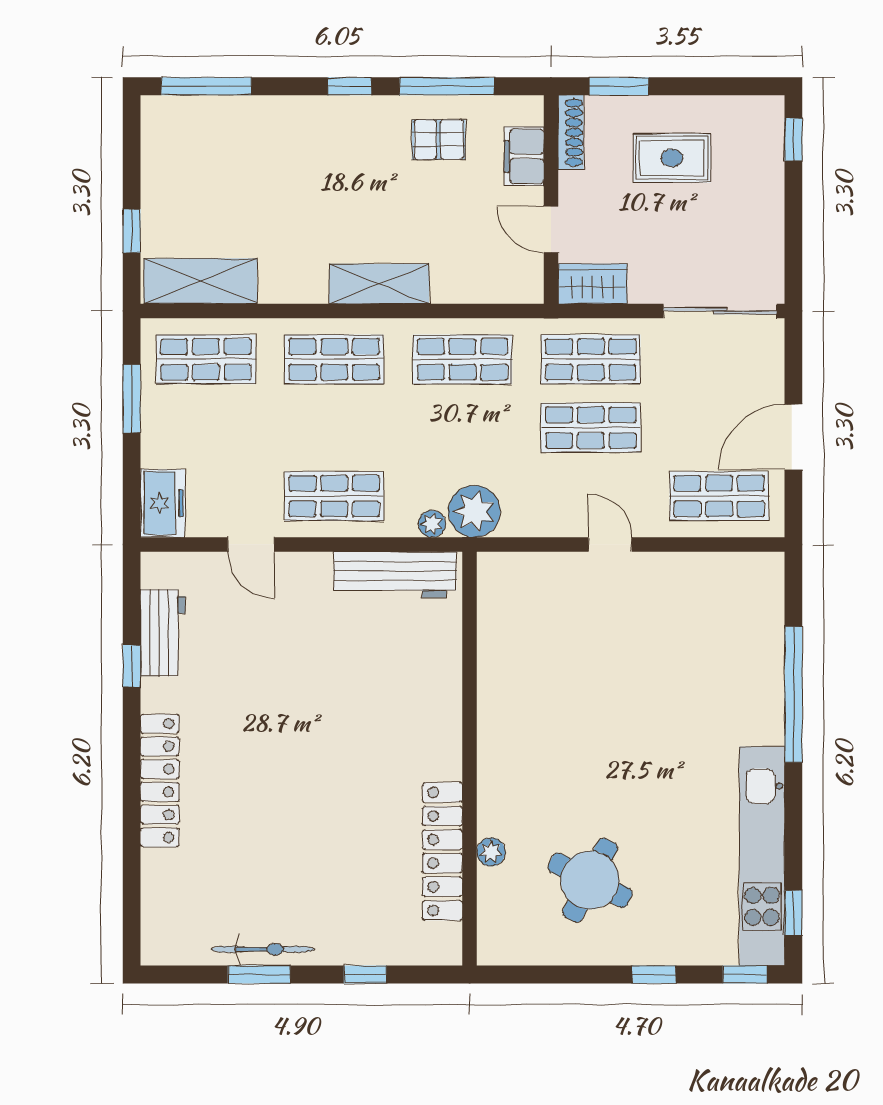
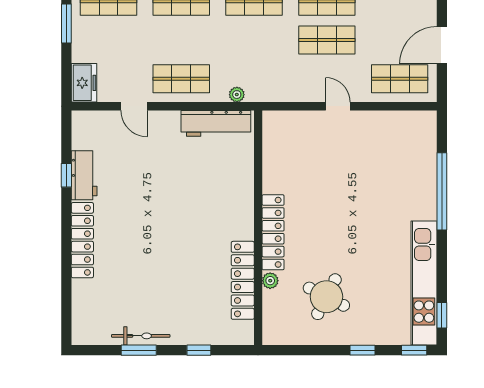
plant: (474, 511) -> (261, 87), removed
workbench: (163, 633) -> (84, 175), moved
locker: (496, 767) -> (273, 232), added

